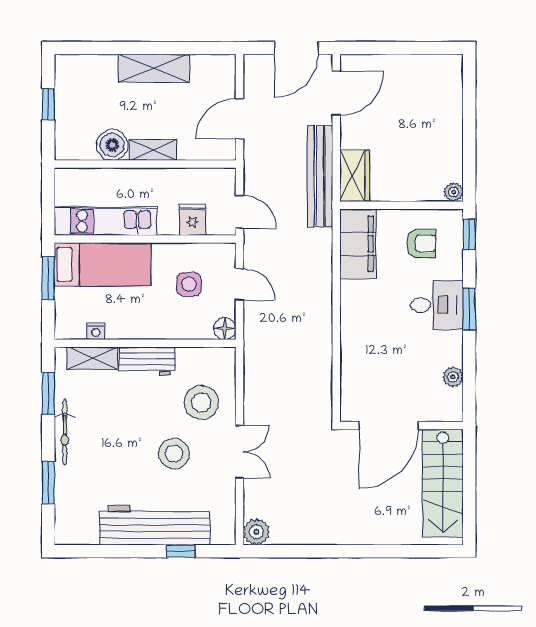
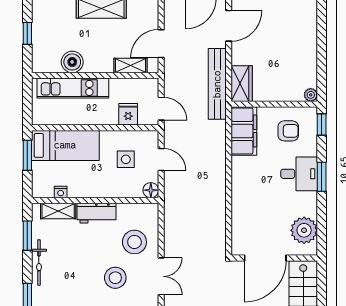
shelving: (153, 150) -> (130, 65), moved
kitchen unit: (106, 221) -> (73, 88), moved, turned 180
plant: (453, 377) -> (304, 230), width x1.87, depth x1.87

